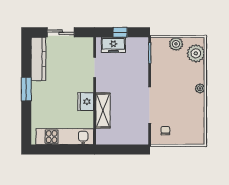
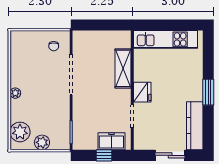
fridge: (86, 102) -> (142, 92), moved

